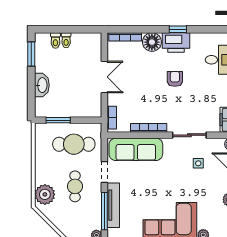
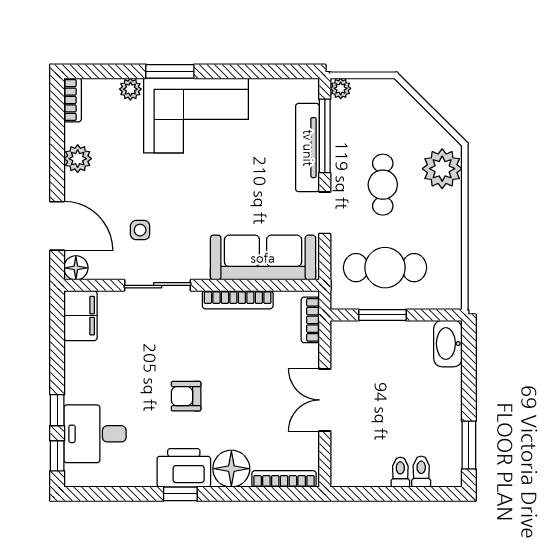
armchair: (175, 79) -> (186, 396), turned 90
washbasin: (42, 85) -> (448, 344), moved
window: (58, 120) -> (383, 315), moved

